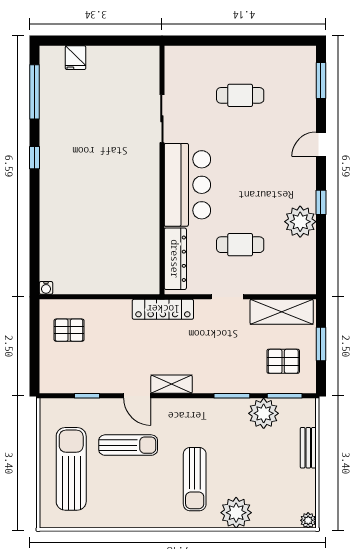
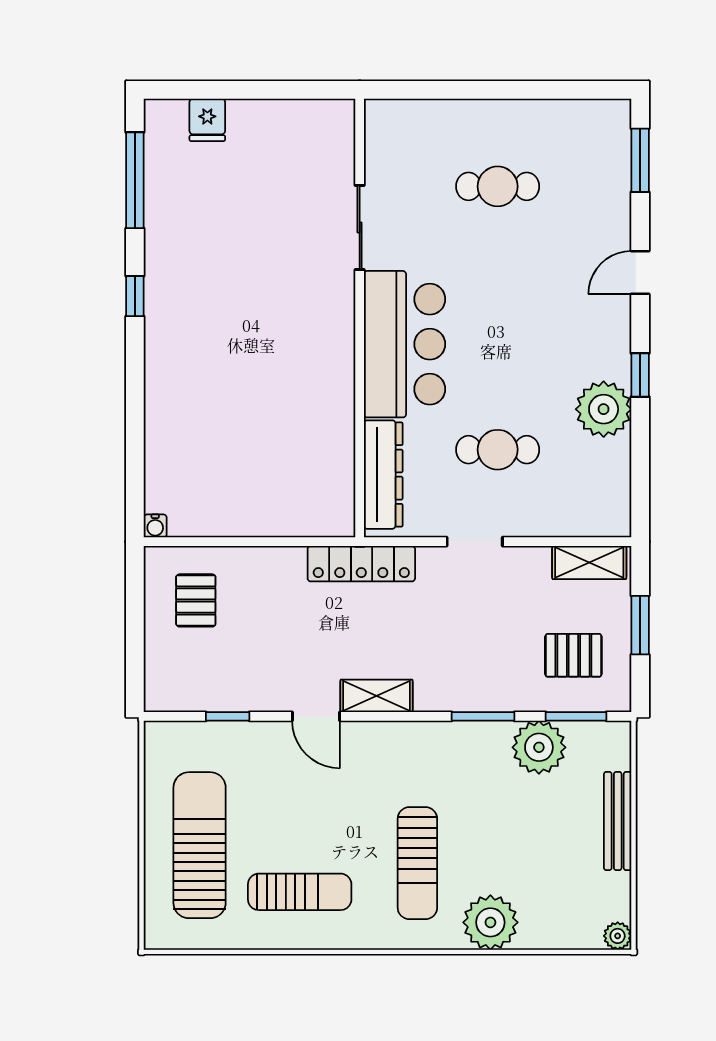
shelving: (282, 312) -> (589, 563), width x0.67, depth x0.75
pallet: (69, 330) -> (196, 600), turned 90
sun lounger: (128, 445) -> (300, 892), moved
bench: (308, 448) -> (618, 821), width x1.36

